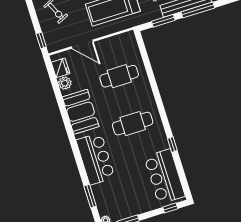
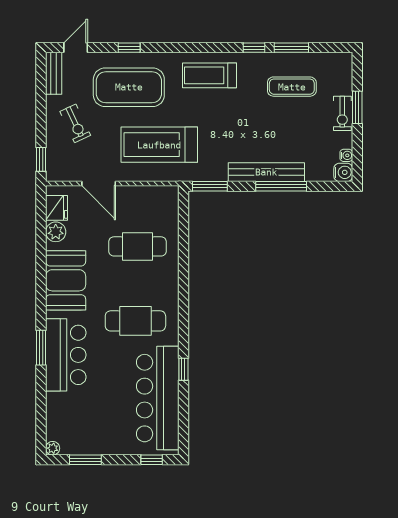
window: (163, 21) -> (210, 186), moved
bar counter: (165, 177) -> (158, 398), width x1.36
window: (90, 196) -> (41, 348), moved

